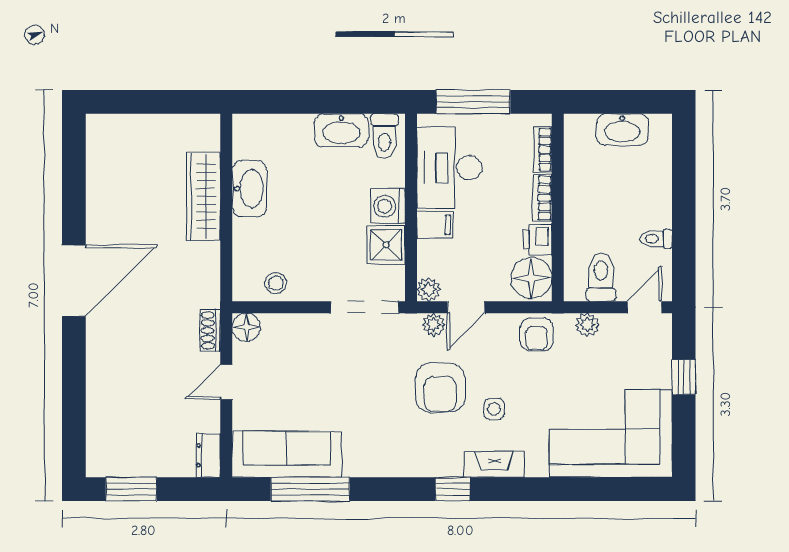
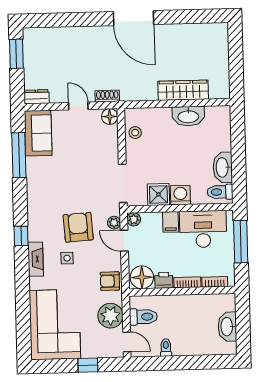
plant: (587, 325) -> (110, 316), width x1.88, depth x1.88
armchair: (440, 388) -> (78, 227), turned 86
sofa: (287, 454) -> (38, 133), width x0.73

